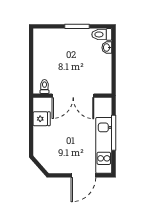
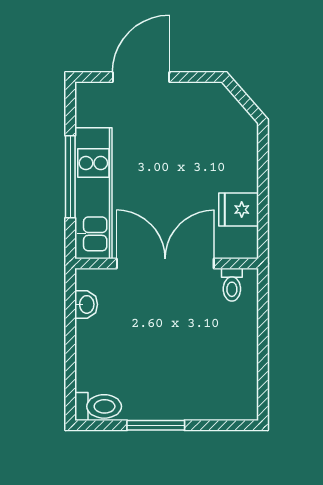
washbasin: (107, 48) -> (86, 304), moved
kitchen unit: (104, 145) -> (93, 193), moved

